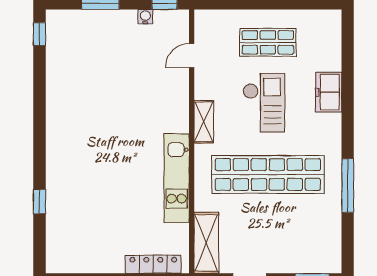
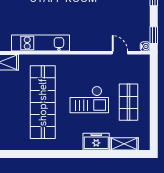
water cooler: (145, 17) -> (145, 46), moved
shelving: (204, 122) -> (124, 144), moved
window: (348, 185) -> (36, 154), removed

